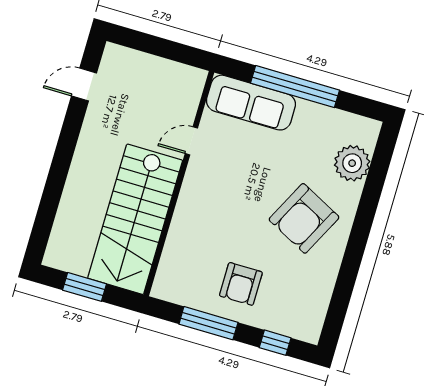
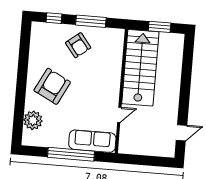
armchair: (241, 284) -> (78, 45), turned 142

